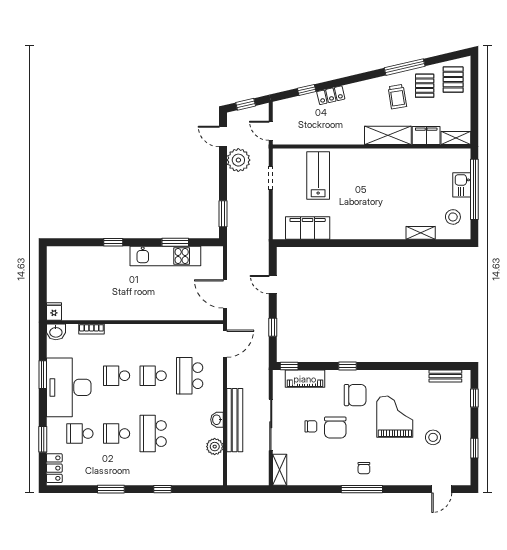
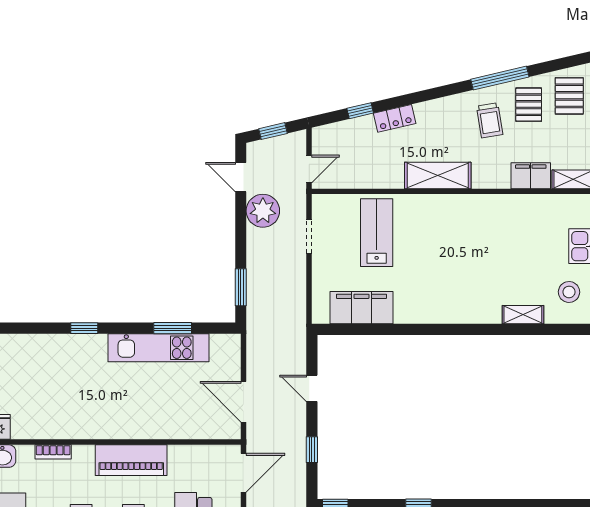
door: (271, 131) -> (309, 169), swing flipped
shelving: (388, 135) -> (438, 175), moved
piano: (146, 335) -> (131, 460), added

